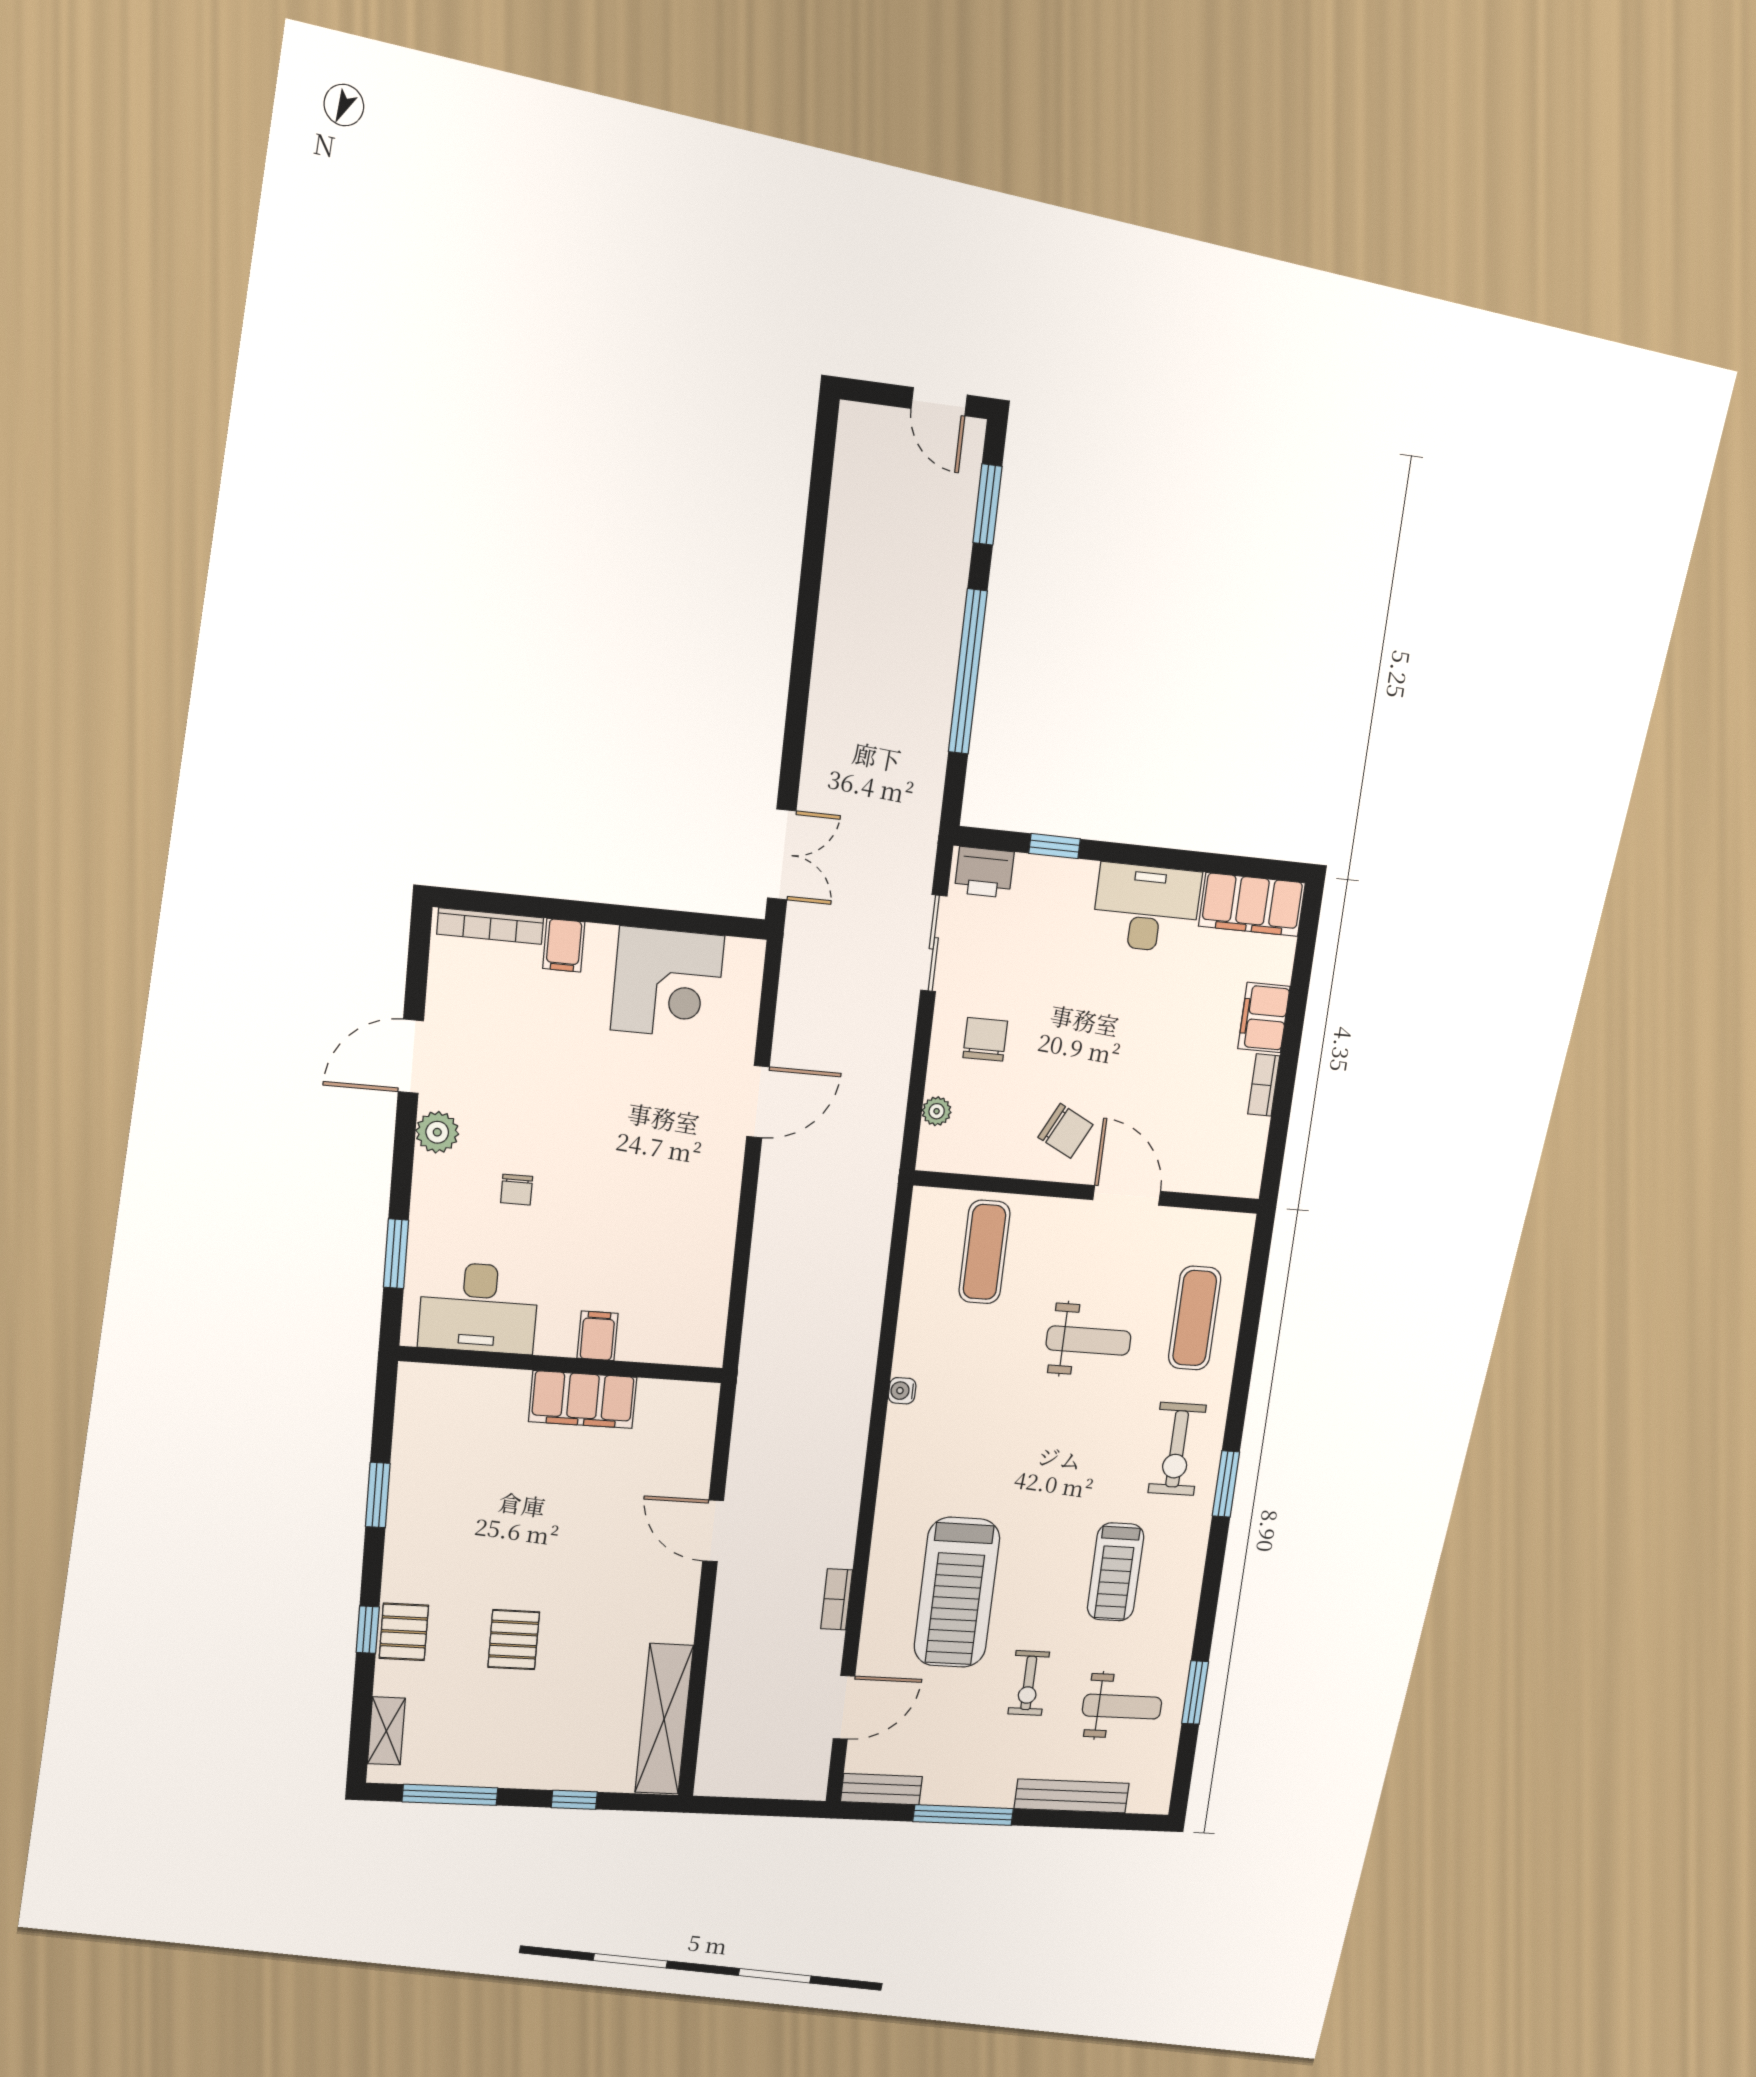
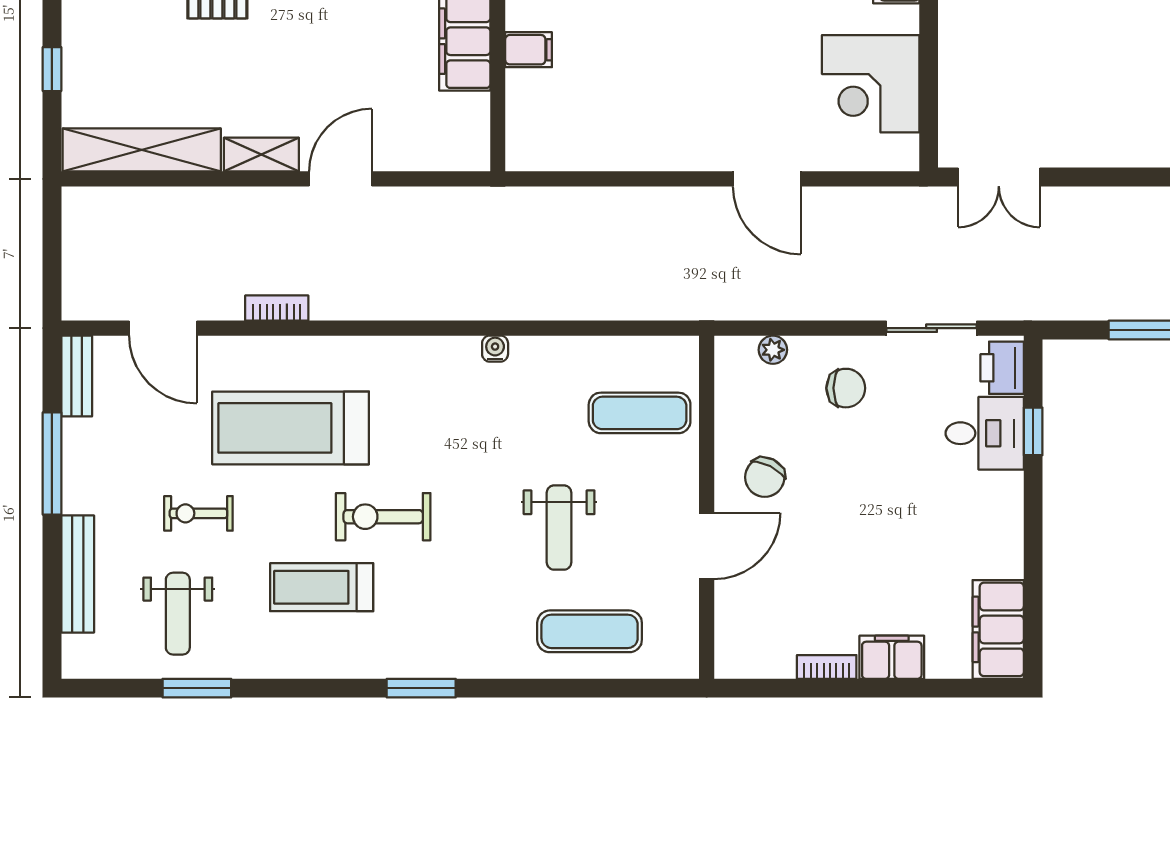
desk: (1146, 908) -> (985, 433), moved, width x0.73
exercise bike: (1177, 1449) -> (383, 517), moved
shelving: (680, 1606) -> (261, 155), added

